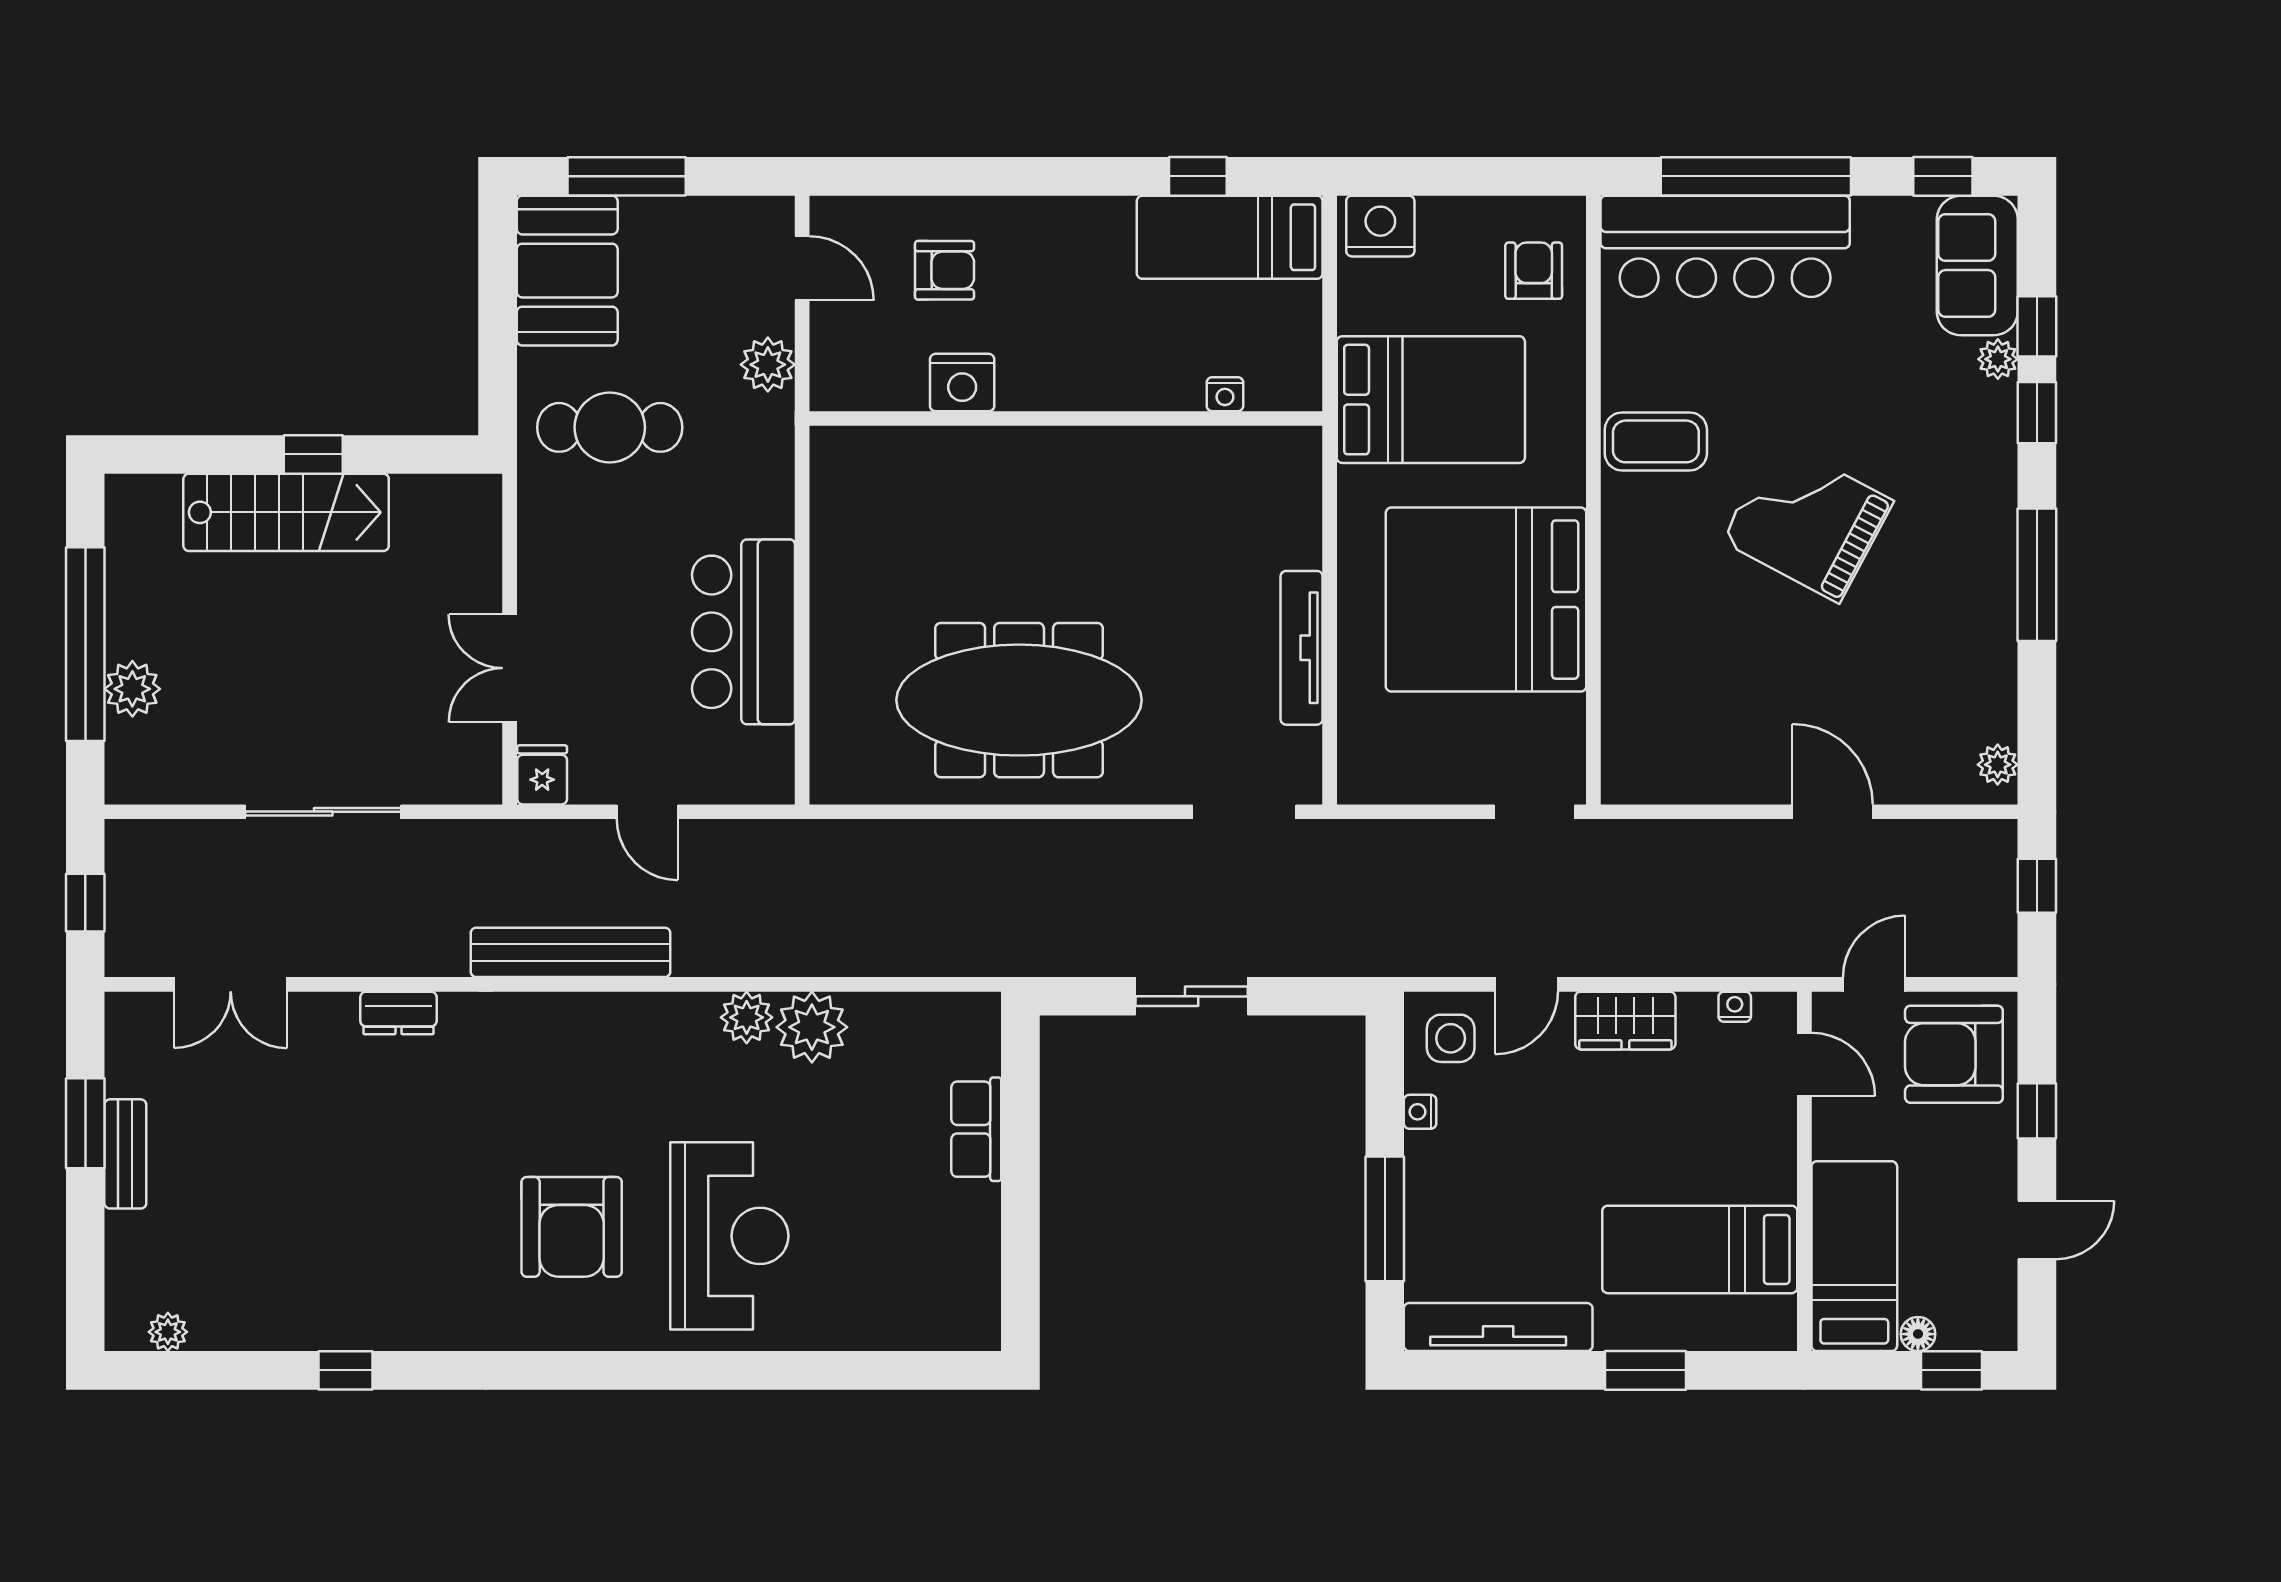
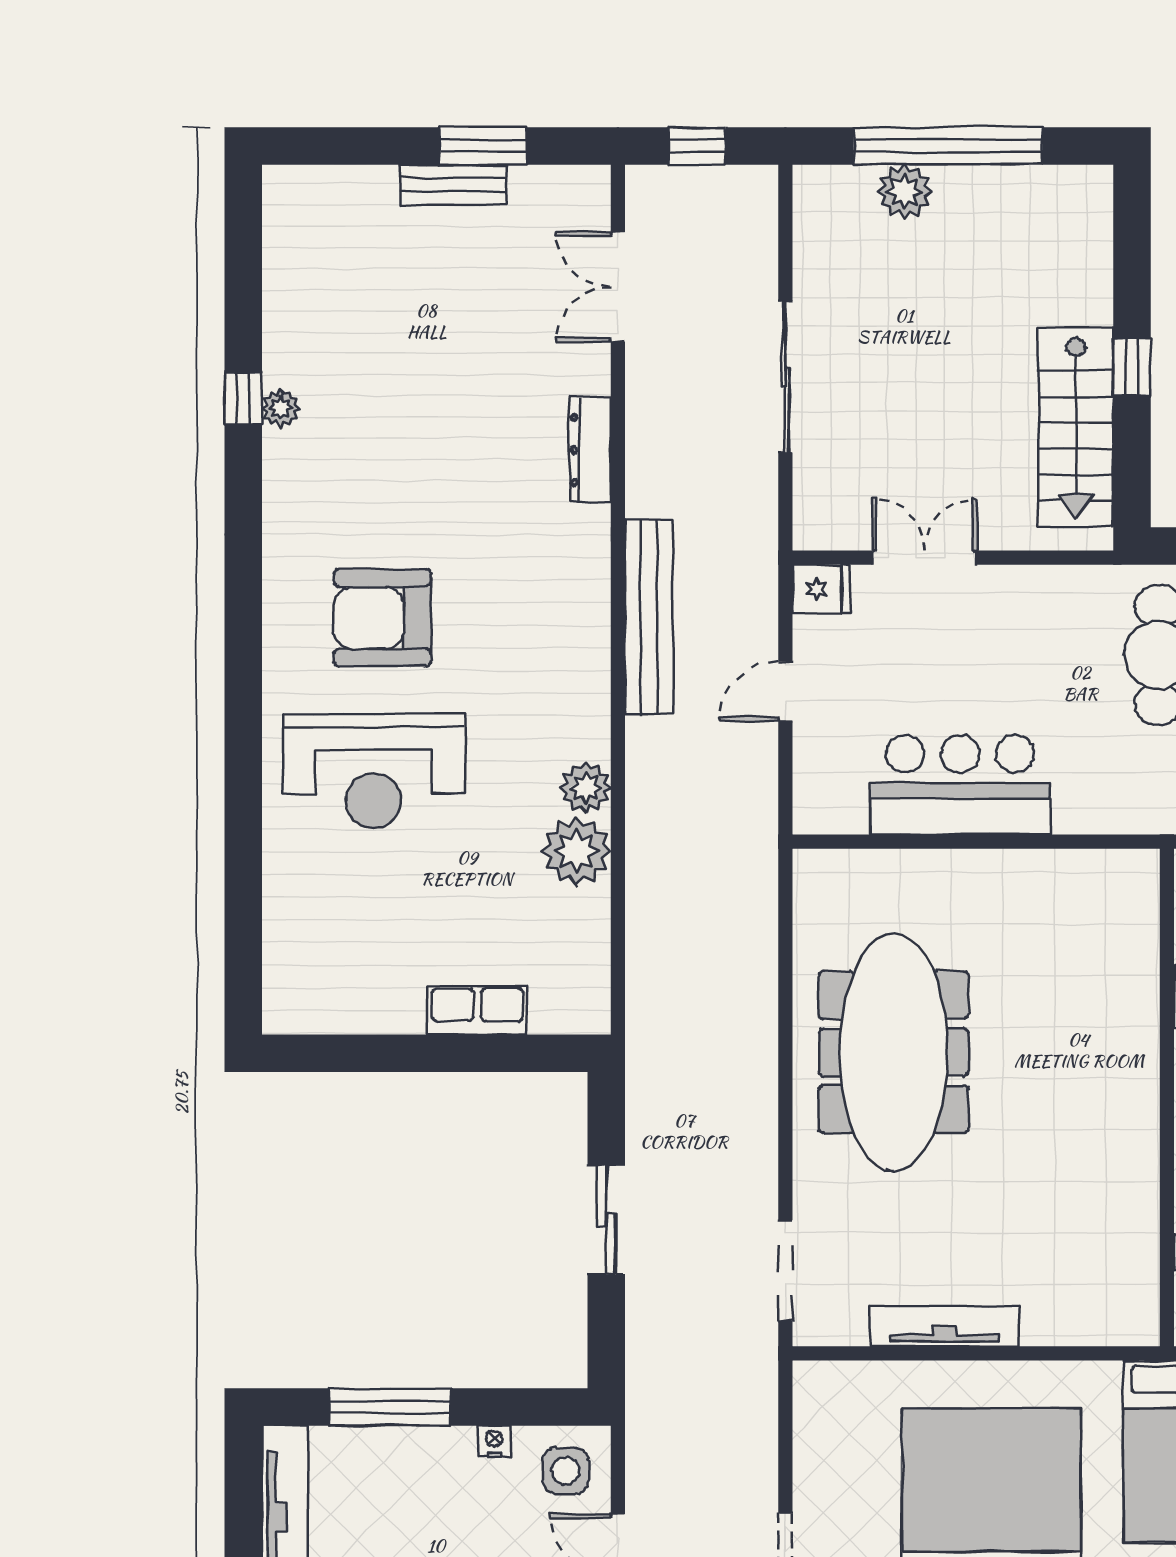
stairs: (286, 512) -> (1076, 427), moved
dresser: (399, 1013) -> (590, 450), width x1.44
plant: (168, 1332) -> (281, 408), moved

